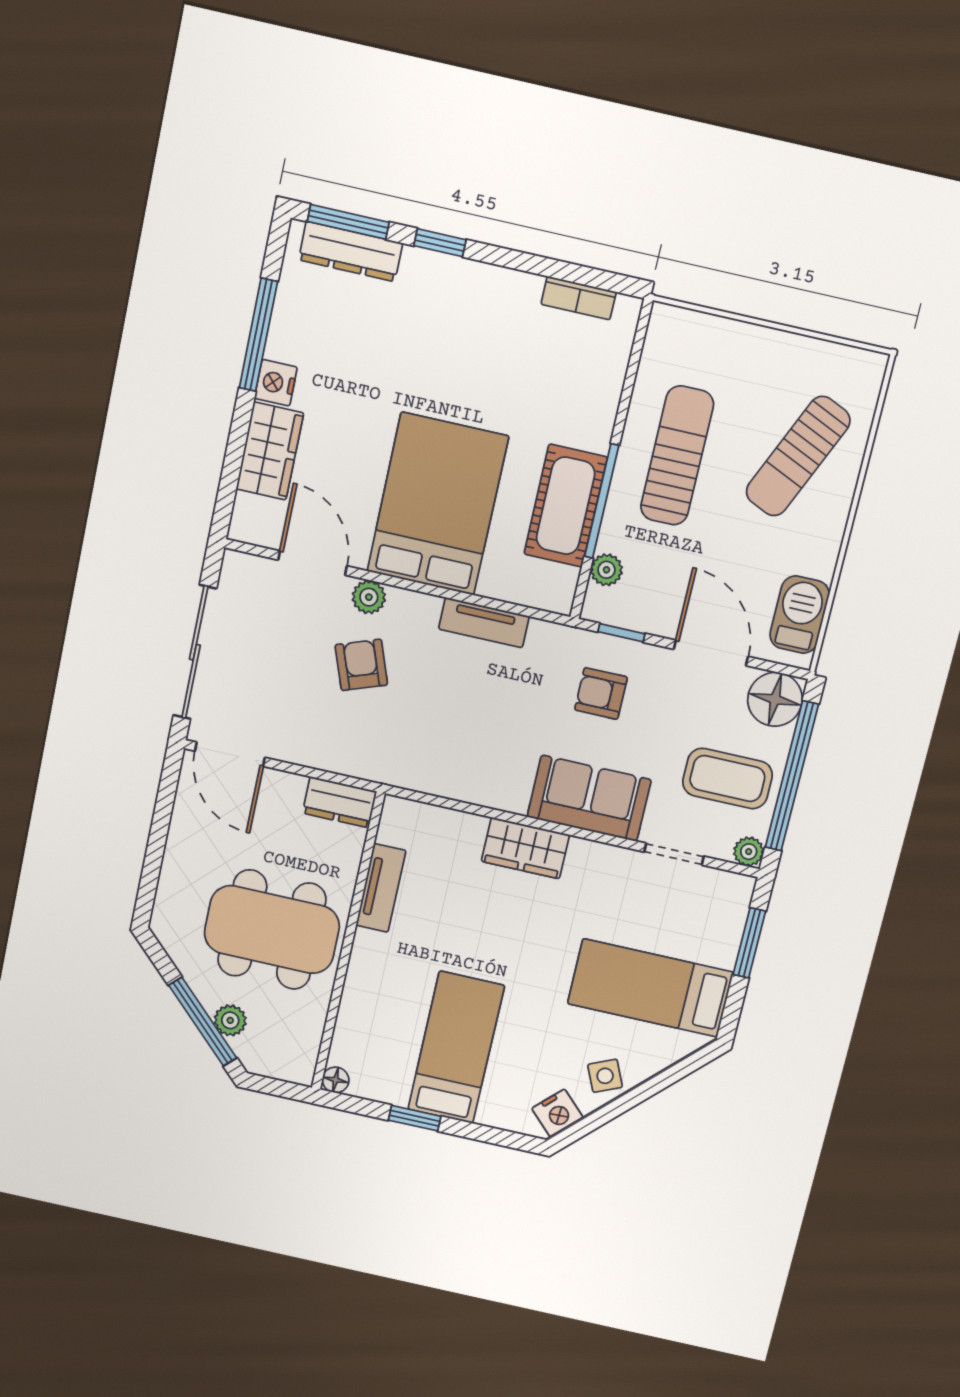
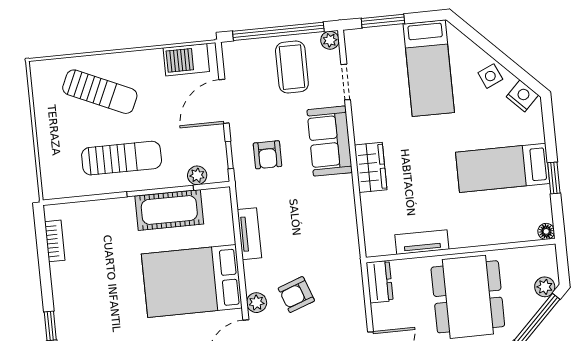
sun lounger: (677, 456) -> (122, 158), turned 180
floor lamp: (775, 699) -> (238, 56), removed
plant: (230, 1020) -> (545, 287), moved

